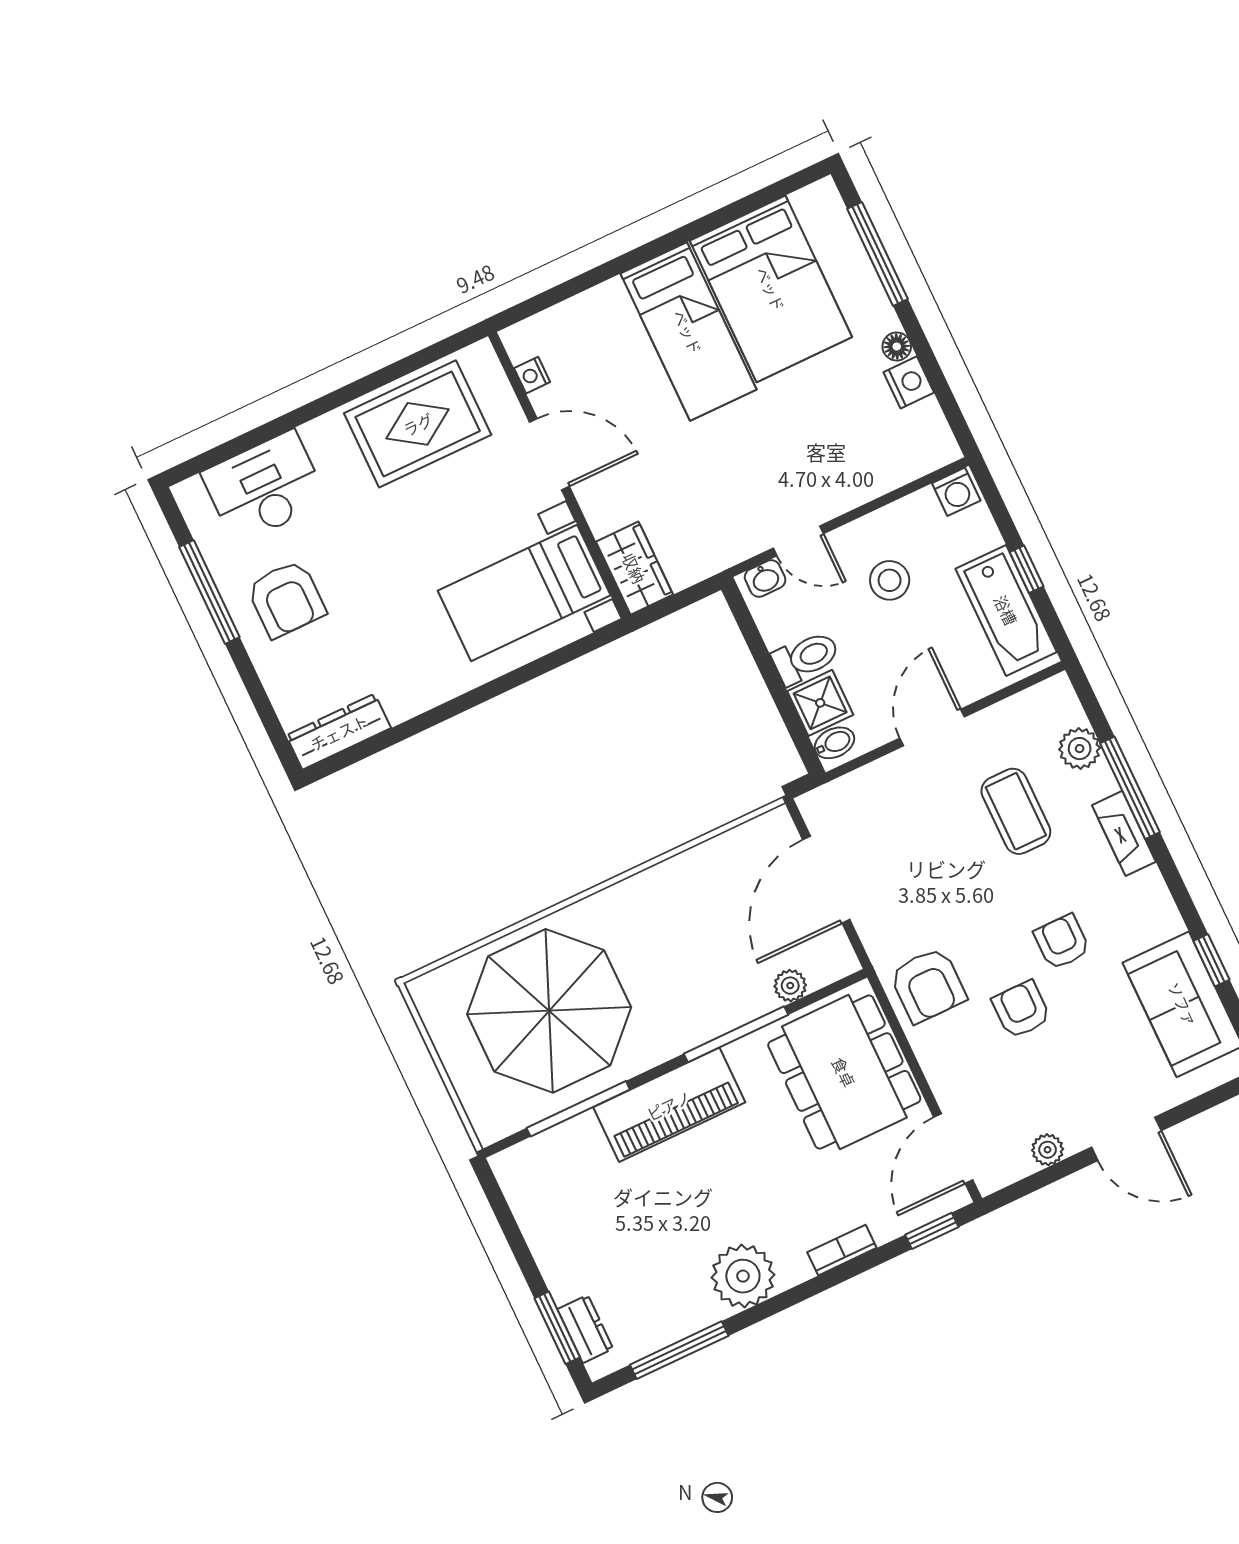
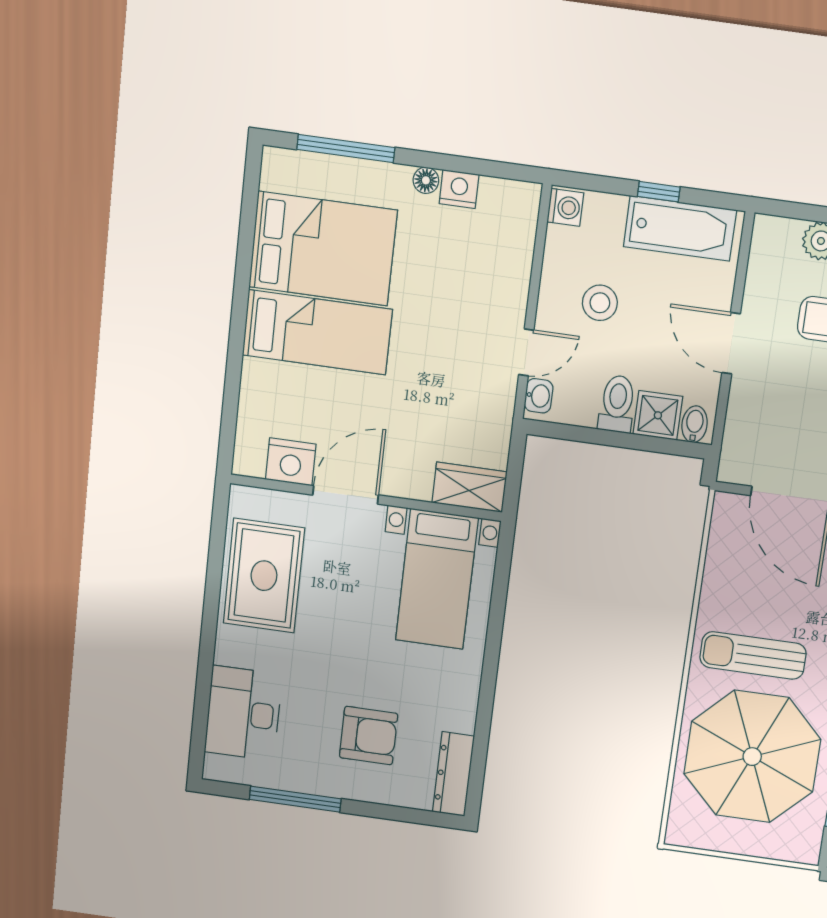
nightstand: (532, 375) -> (291, 462), width x1.89, depth x1.79
armchair: (286, 599) -> (369, 736), moved
sun lounger: (649, 945) -> (753, 655), added

